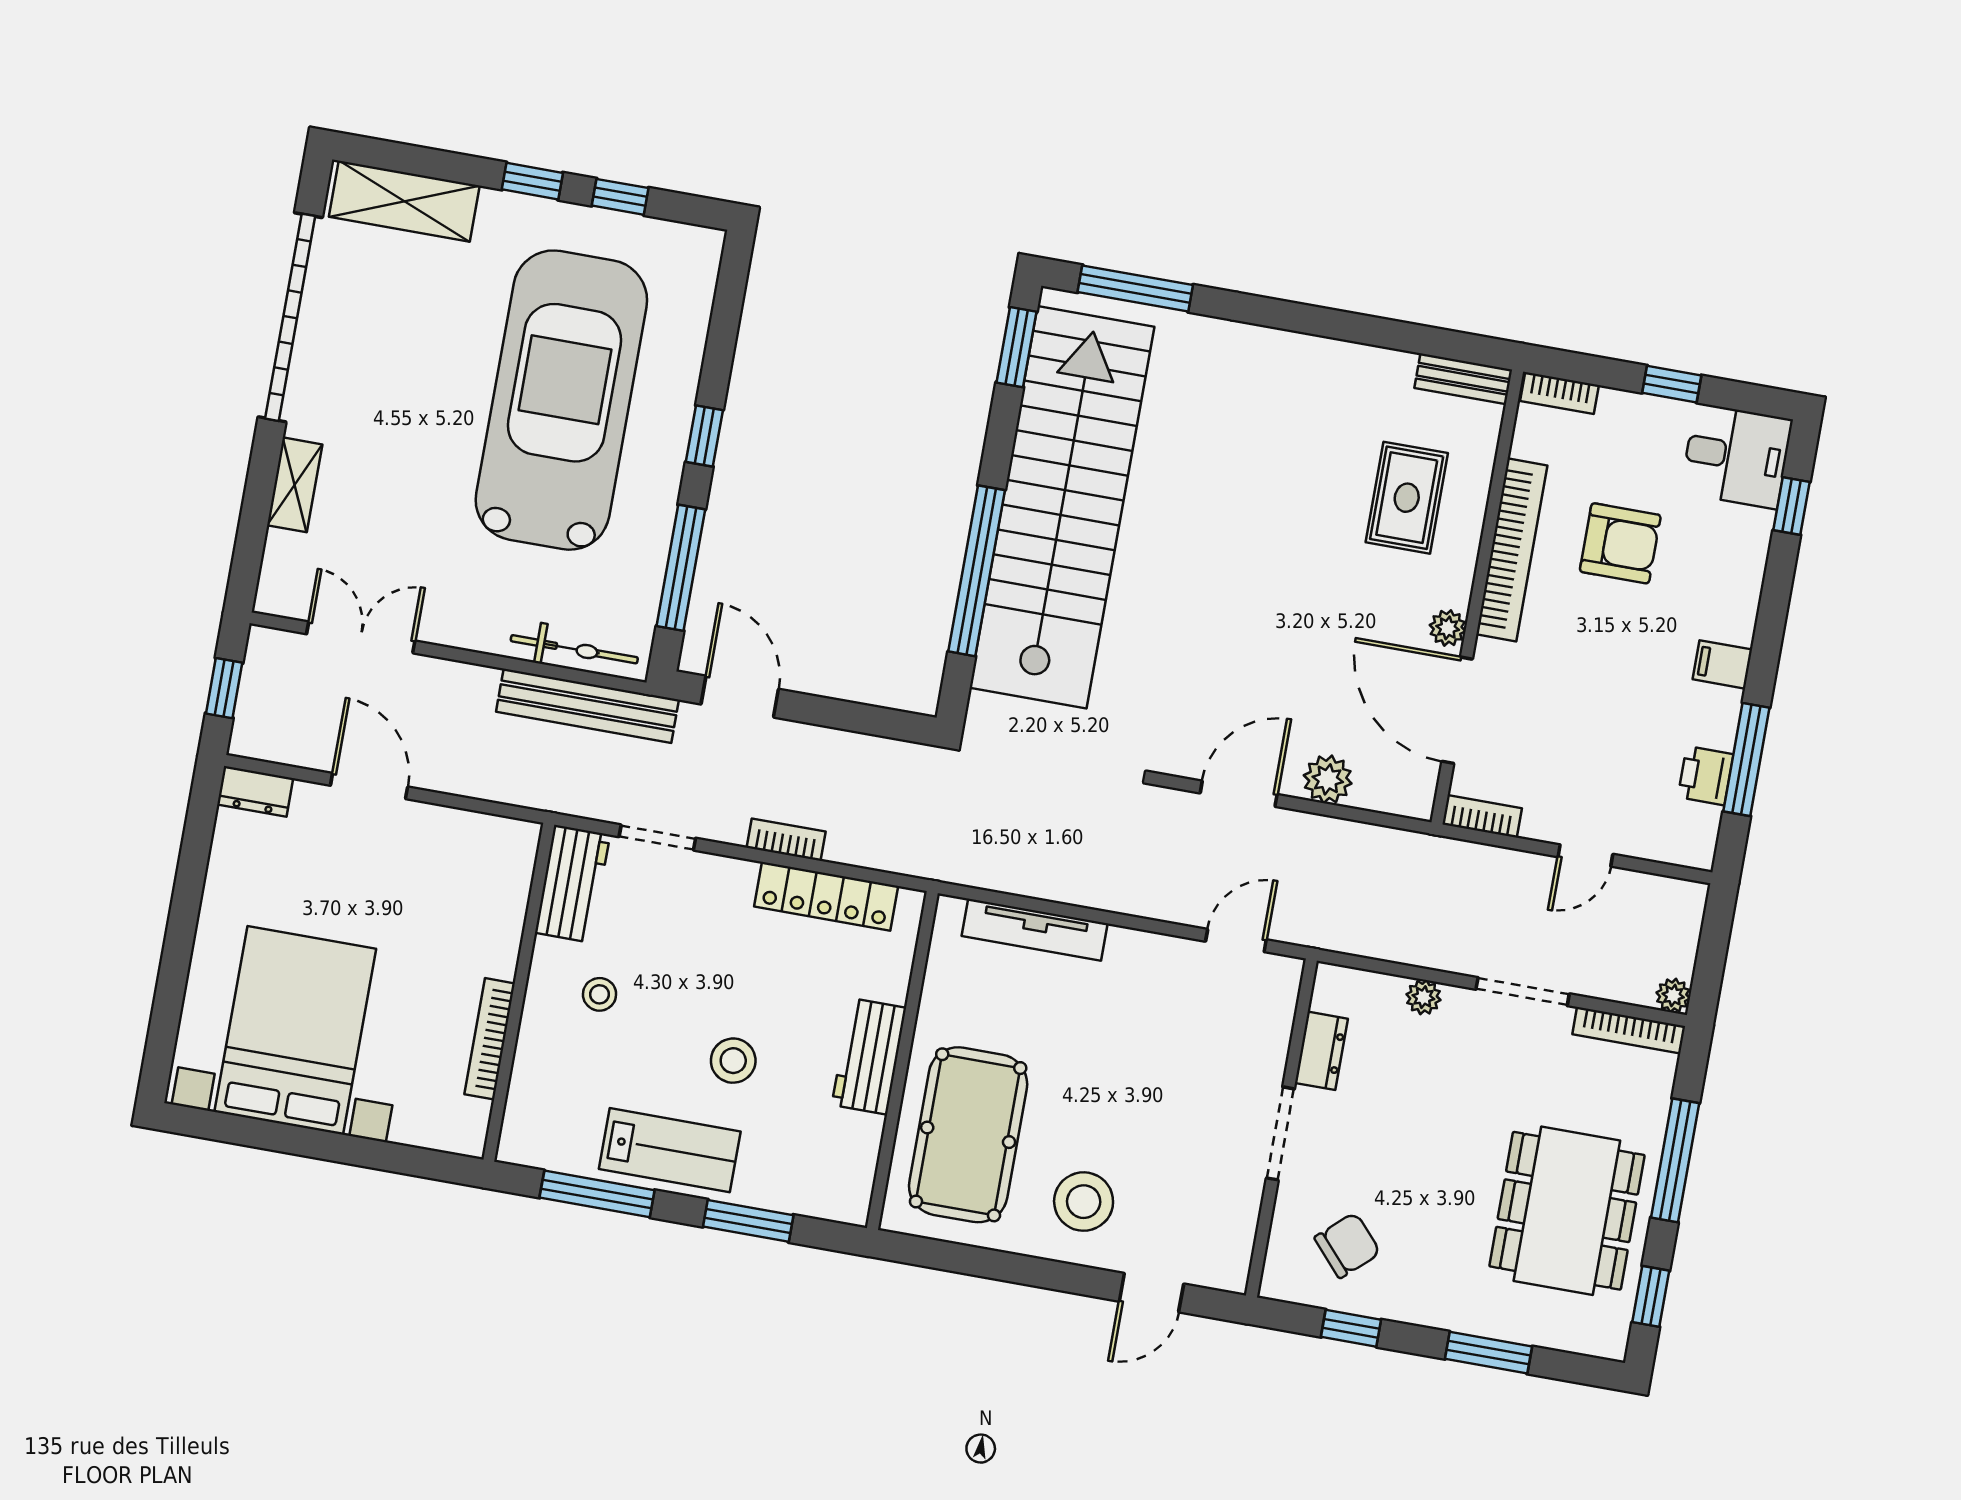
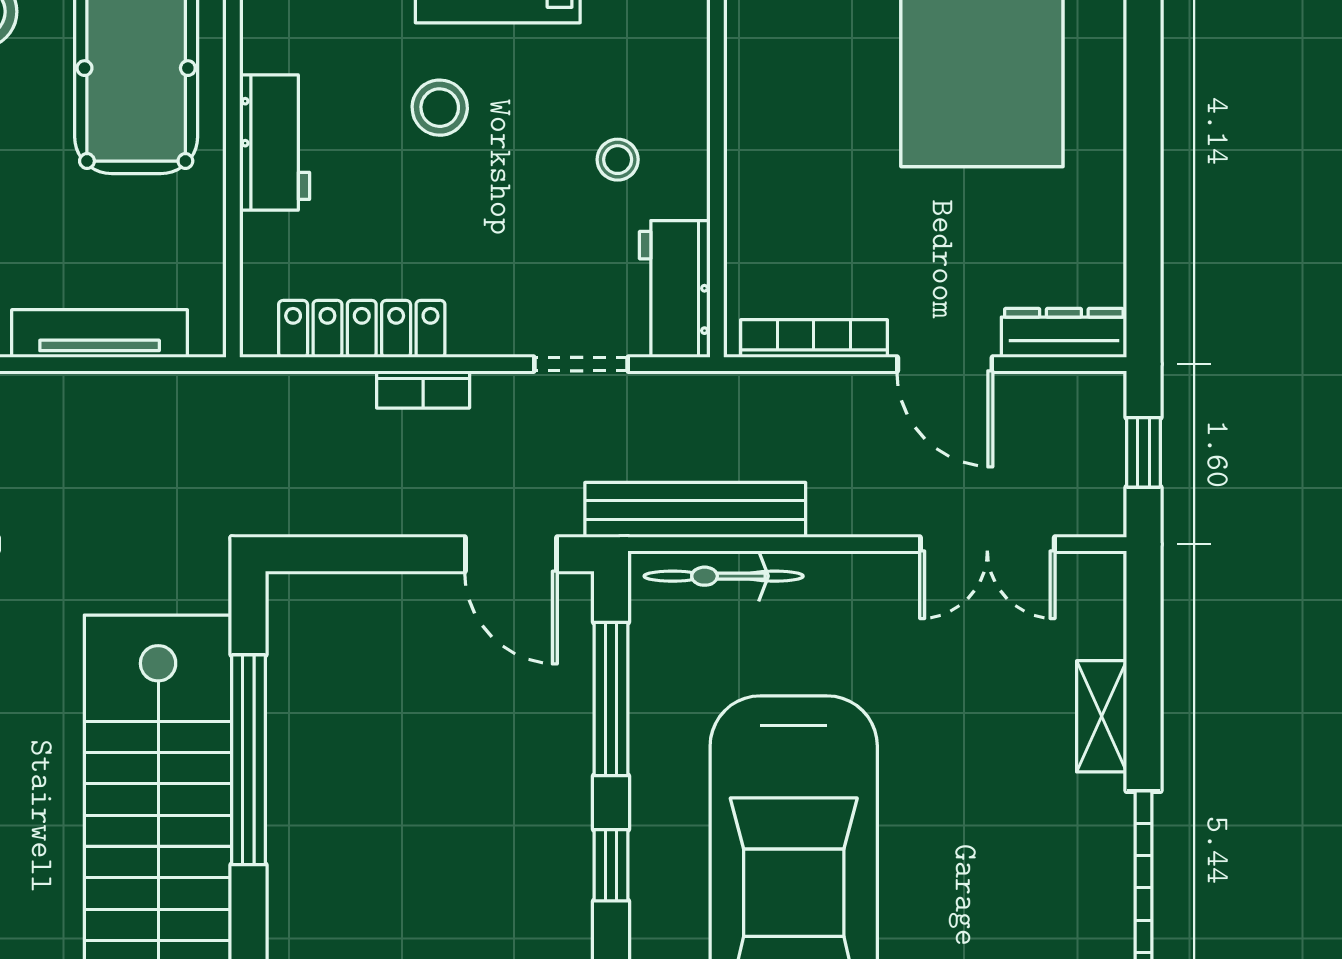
dresser: (255, 791) -> (1064, 333), width x1.44
bookcase: (490, 1039) -> (814, 338), moved, turned -90

